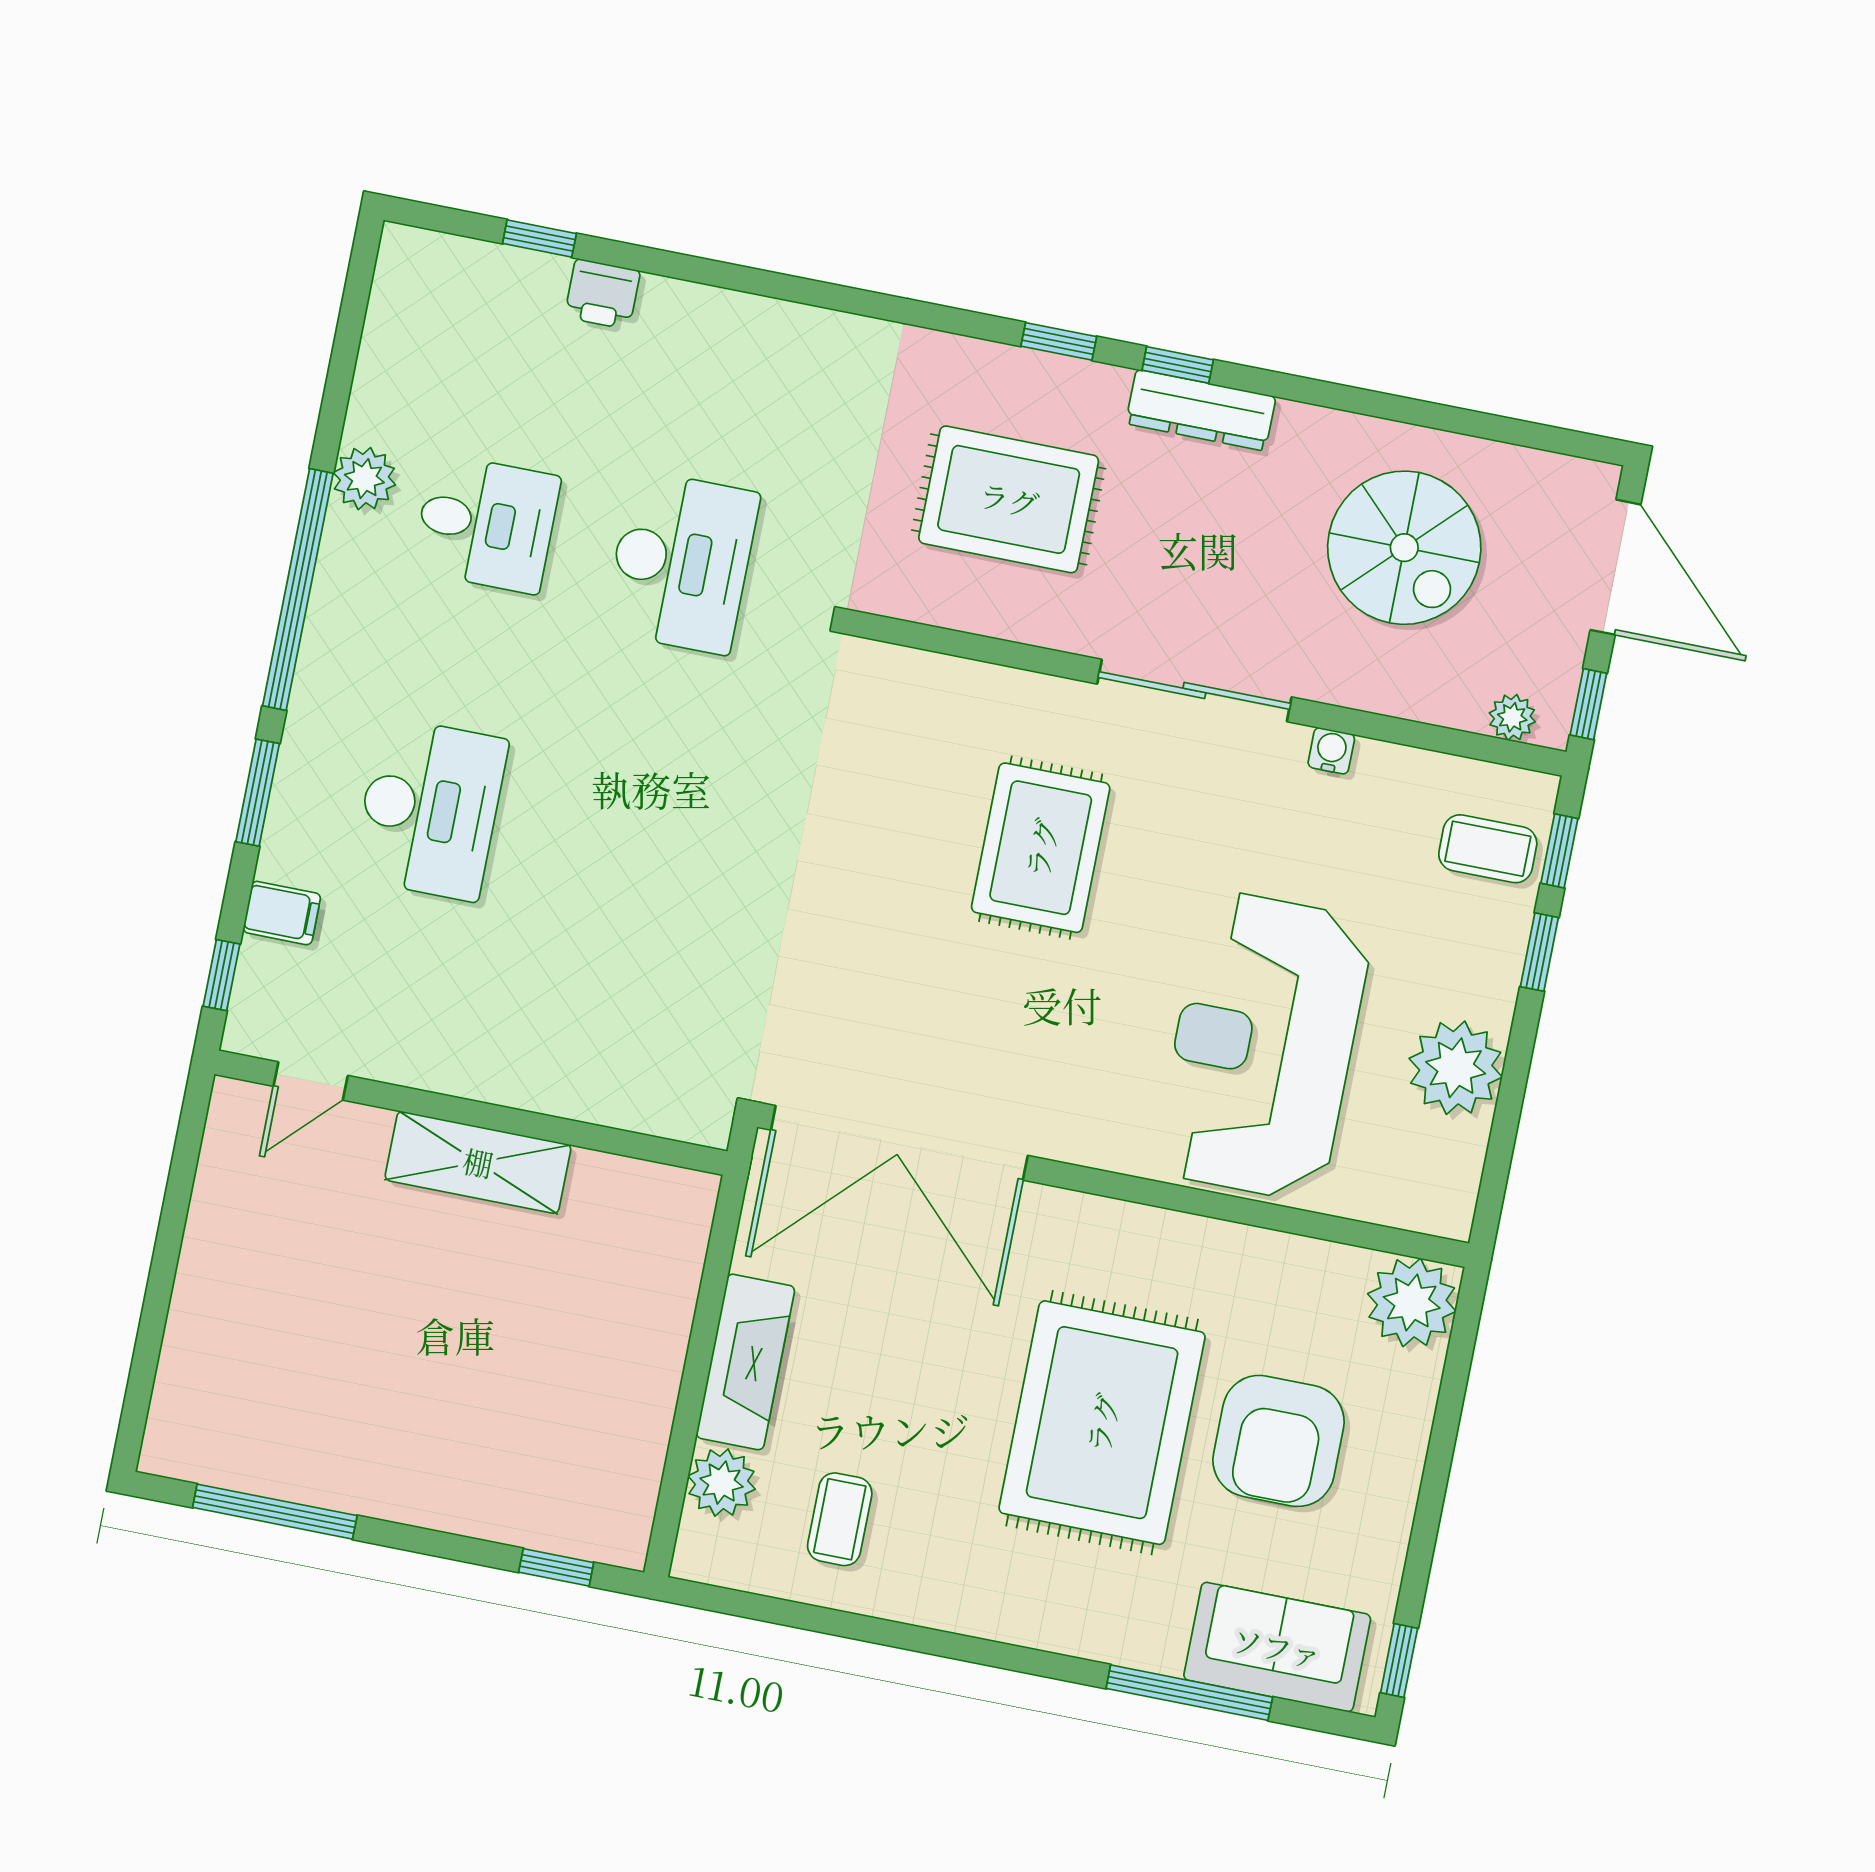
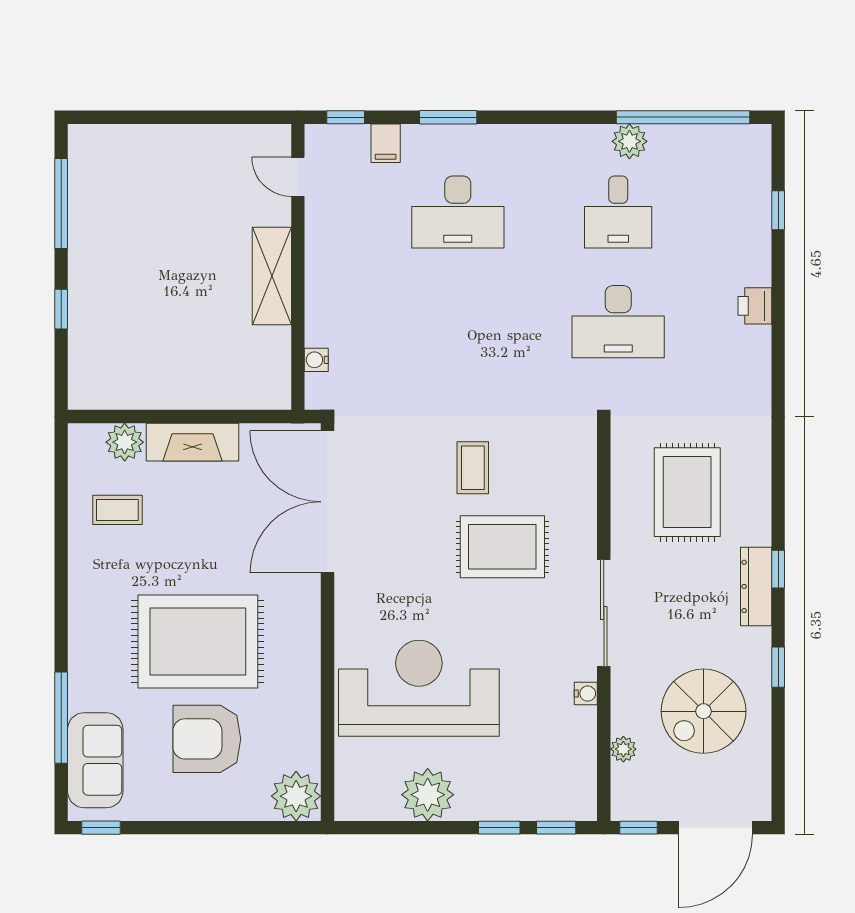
printer: (602, 294) -> (755, 306), moved
window: (1059, 341) -> (778, 667), moved
window: (298, 589) -> (683, 117), moved
plant: (1512, 717) -> (623, 749), moved
coffee table: (1488, 849) -> (473, 468), moved
water cooler: (643, 1113) -> (316, 360), added
window: (556, 1567) -> (61, 309), moved

